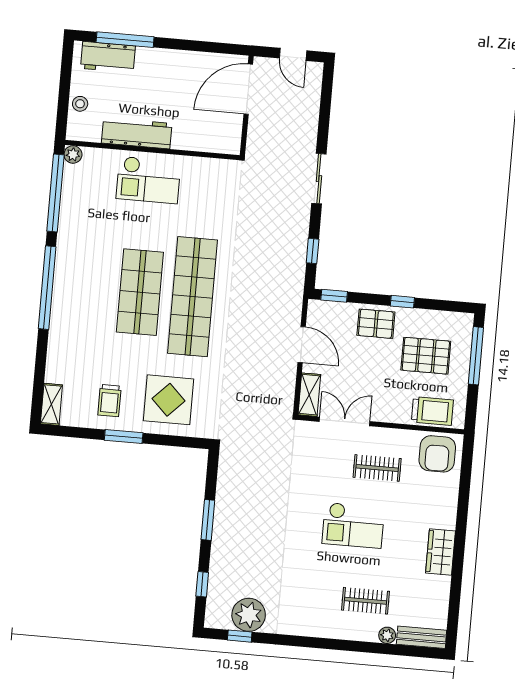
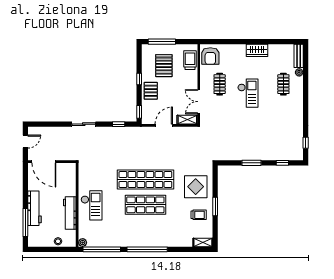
workbench: (108, 57) -> (35, 208), moved, width x1.37
armchair: (437, 454) -> (210, 56), turned 90
plant: (249, 615) -> (295, 139), removed

